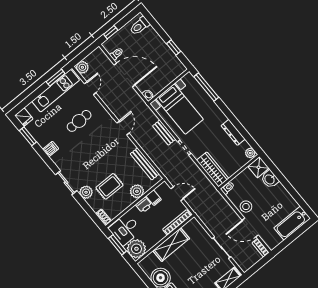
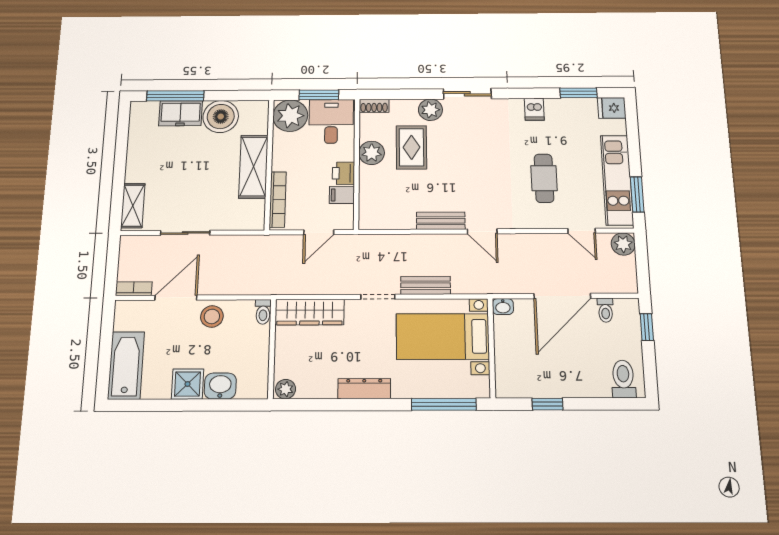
dresser: (233, 132) -> (364, 389), moved
bench: (145, 164) -> (441, 221), moved, width x0.73
shower: (258, 167) -> (188, 384), moved
plant: (137, 191) -> (372, 153), moved

